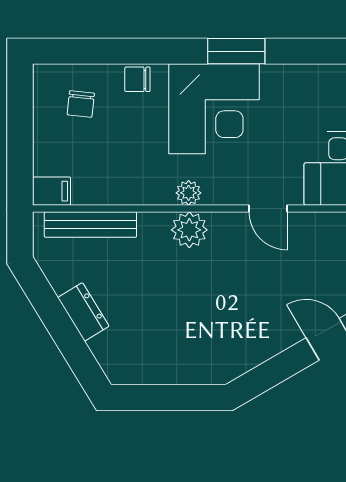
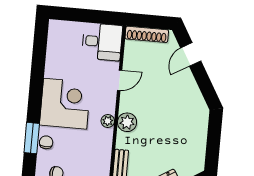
window: (236, 51) -> (32, 138), moved
chair: (137, 79) -> (46, 142), turned 180

